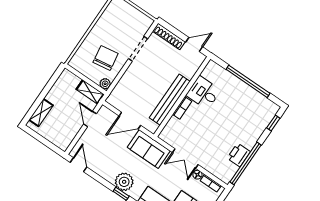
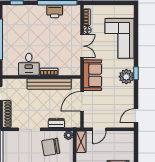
dresser: (126, 80) -> (56, 123), added
door: (130, 121) -> (82, 101), swing flipped

